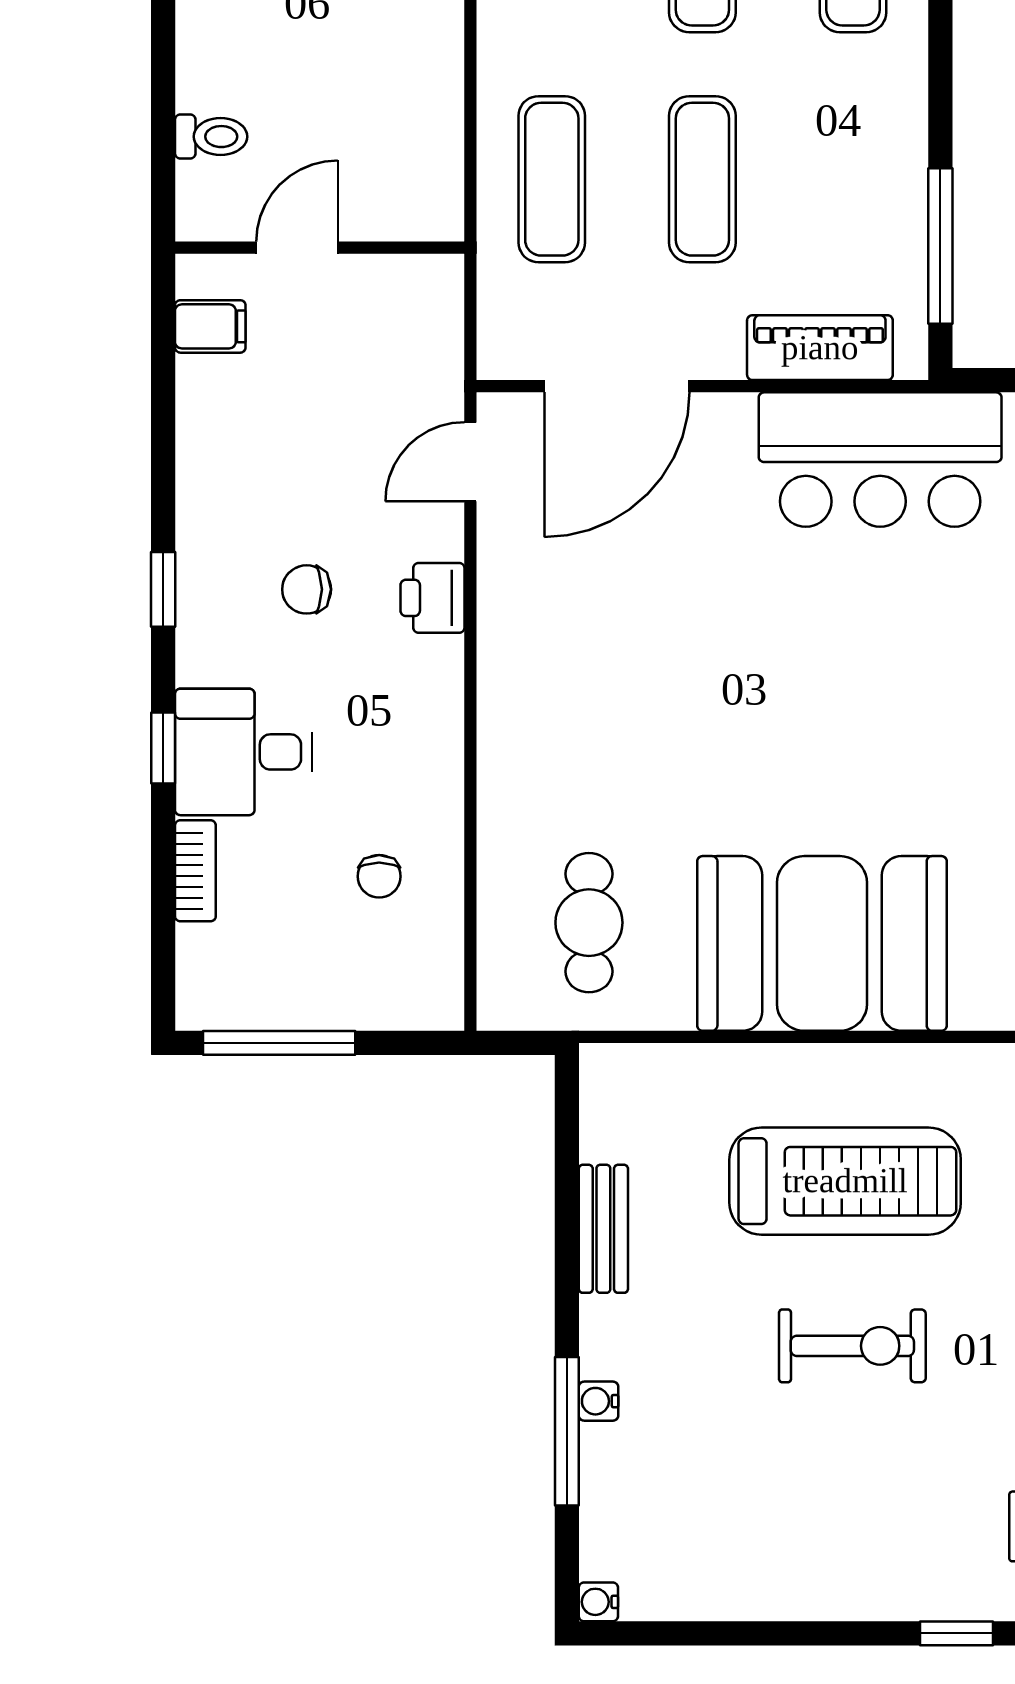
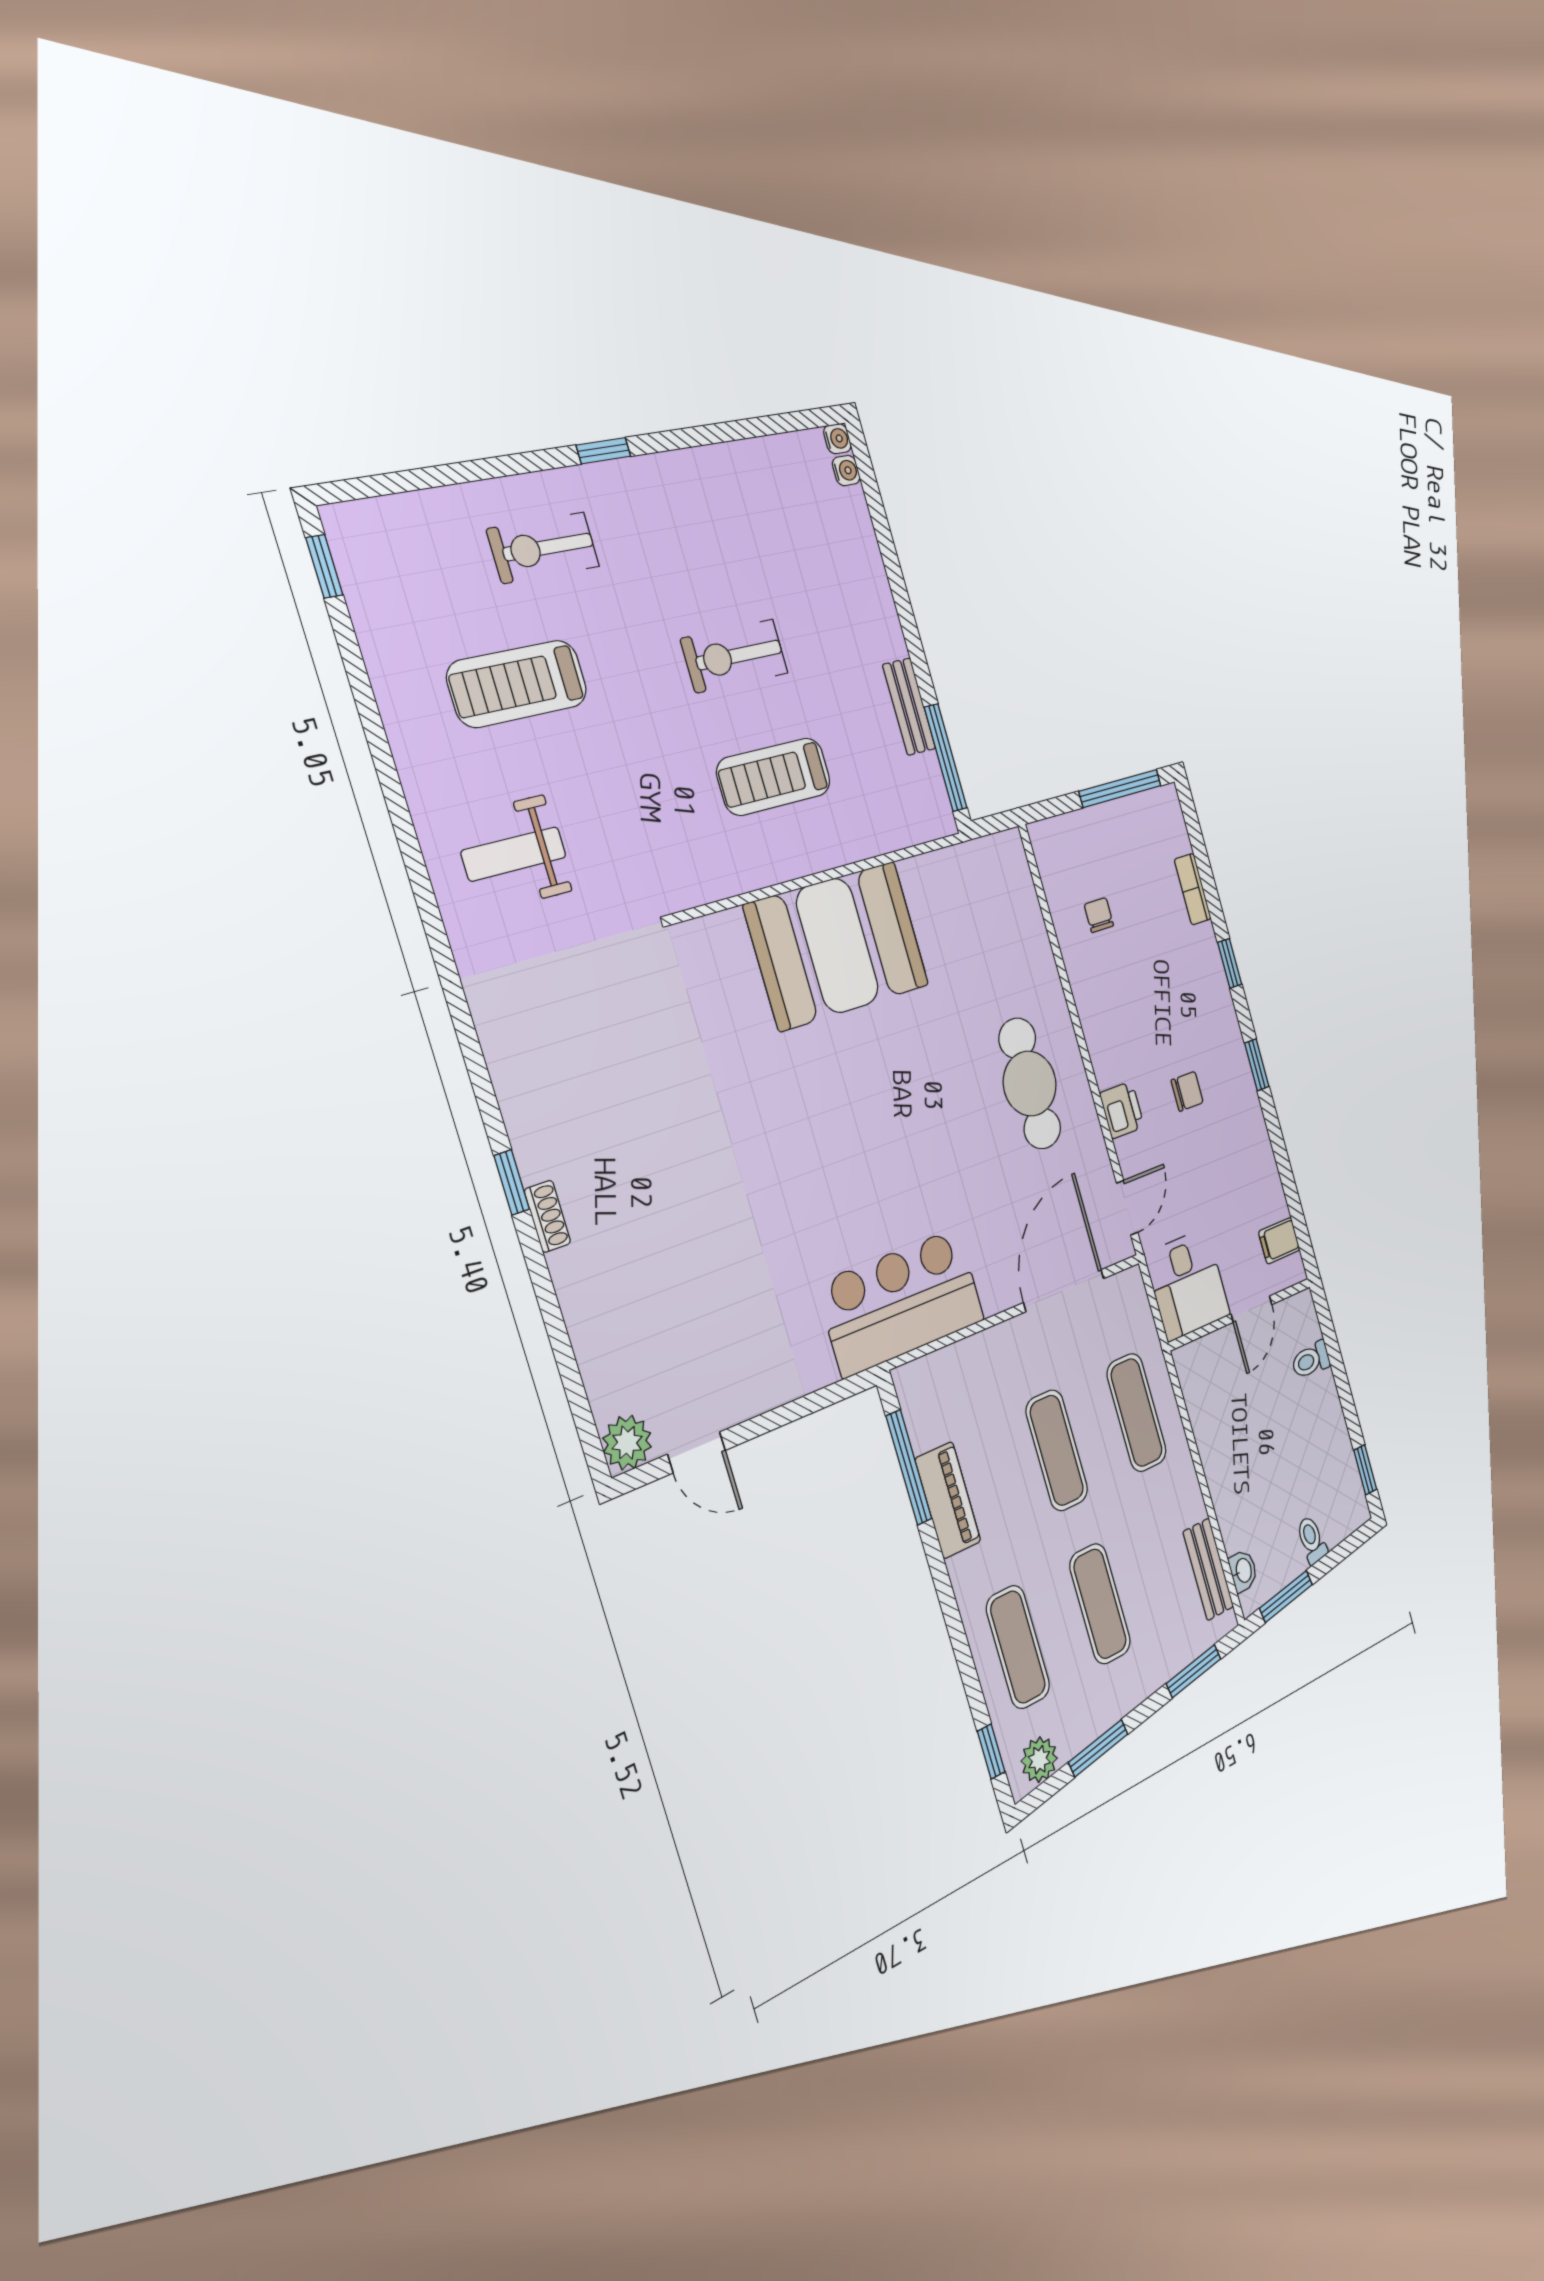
piano: (820, 348) -> (948, 1500), moved, turned -90
desk: (243, 752) -> (1187, 1284), moved, turned 90
cafe table: (589, 923) -> (1030, 1084), moved, width x1.37, depth x1.35
treadmill: (845, 1181) -> (774, 777), width x0.73, depth x0.73
water cooler: (599, 1401) -> (846, 471), moved
window: (567, 1431) -> (946, 758), moved

